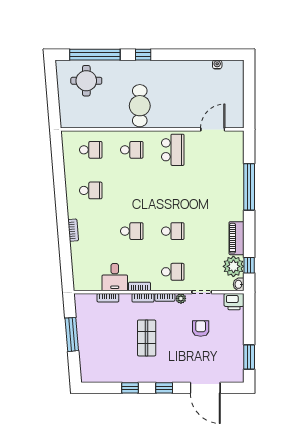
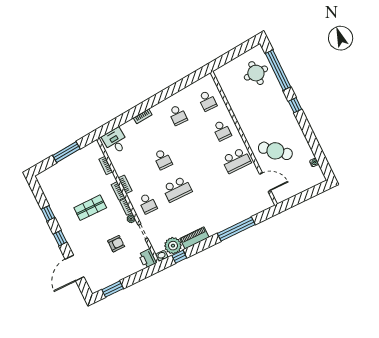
cafe table: (140, 106) -> (275, 151), moved, turned 41
school desk: (173, 231) -> (177, 189), width x1.85
desk: (115, 277) -> (115, 141), moved, turned 85

